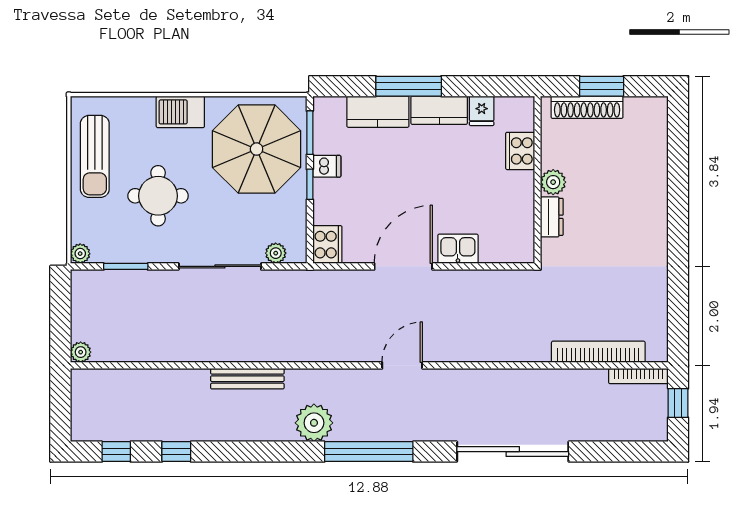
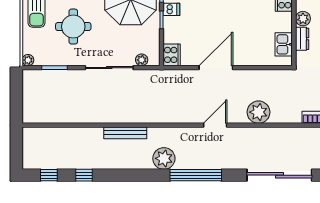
kitchen sink: (458, 249) -> (284, 44), moved, turned -90
plant: (81, 352) -> (258, 112), moved, width x1.87, depth x1.87

